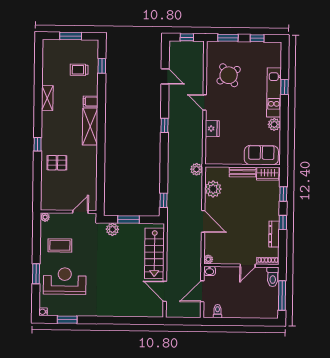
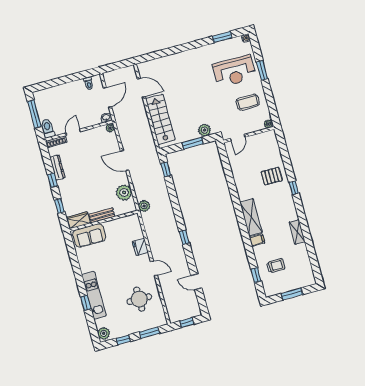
round table: (229, 75) -> (139, 299), turned 35
plant: (274, 124) -> (104, 333), moved

